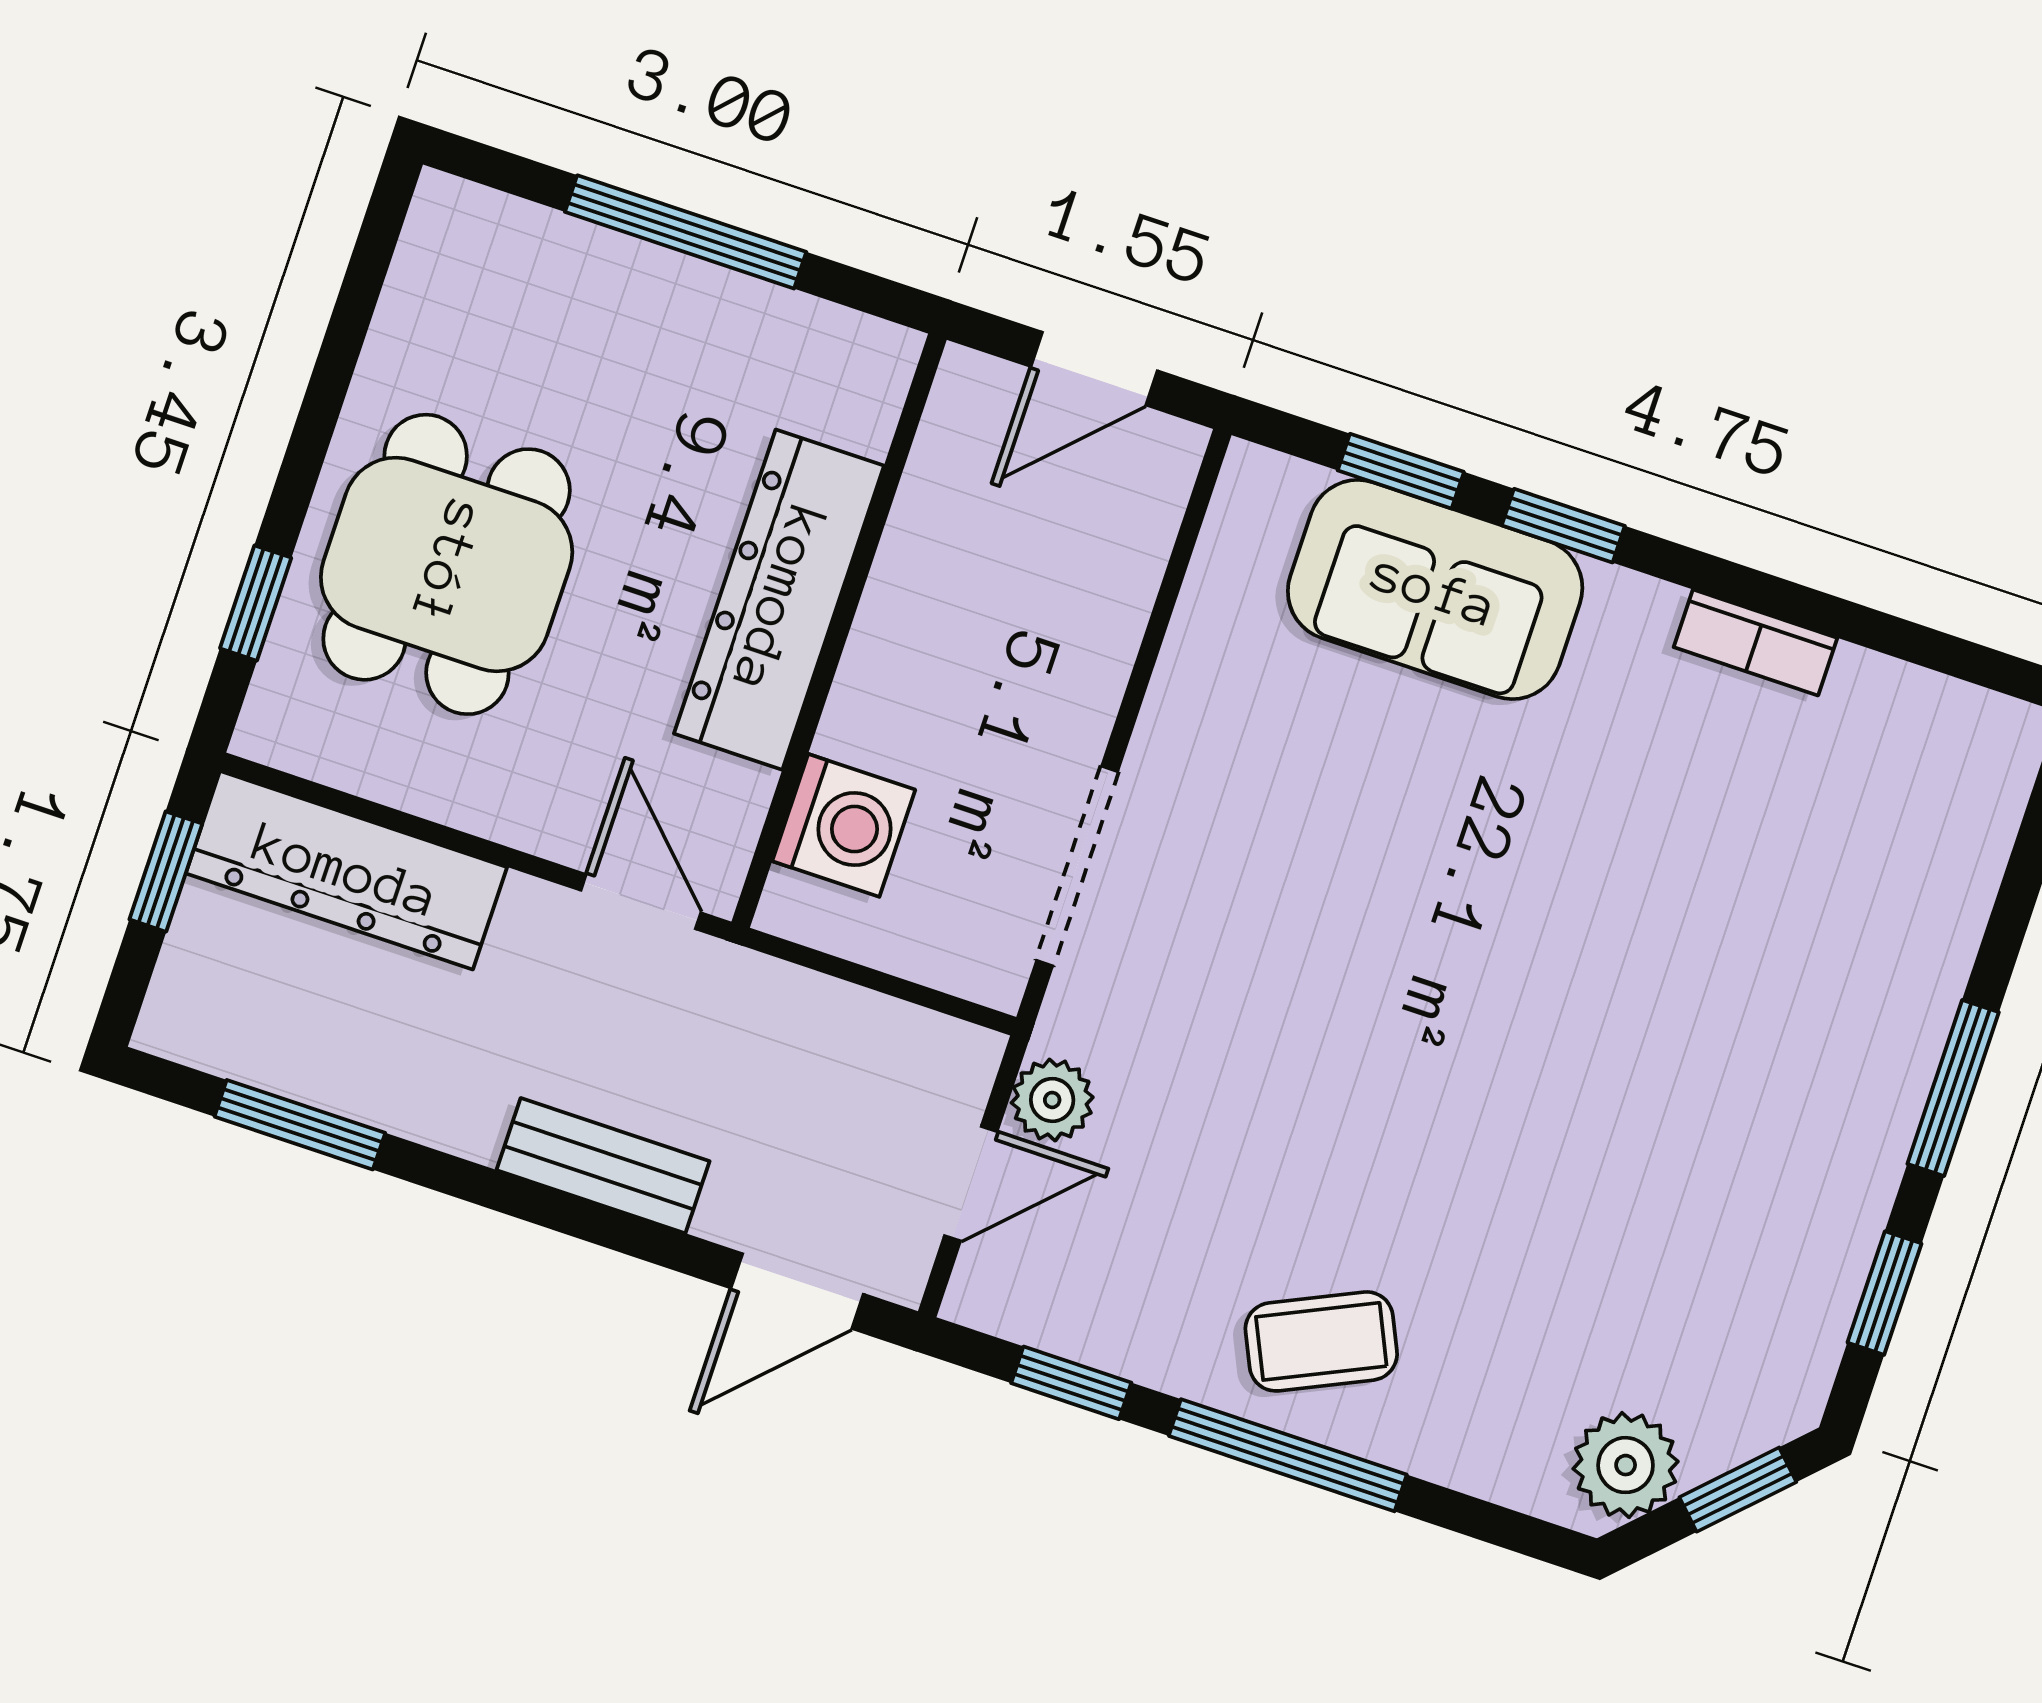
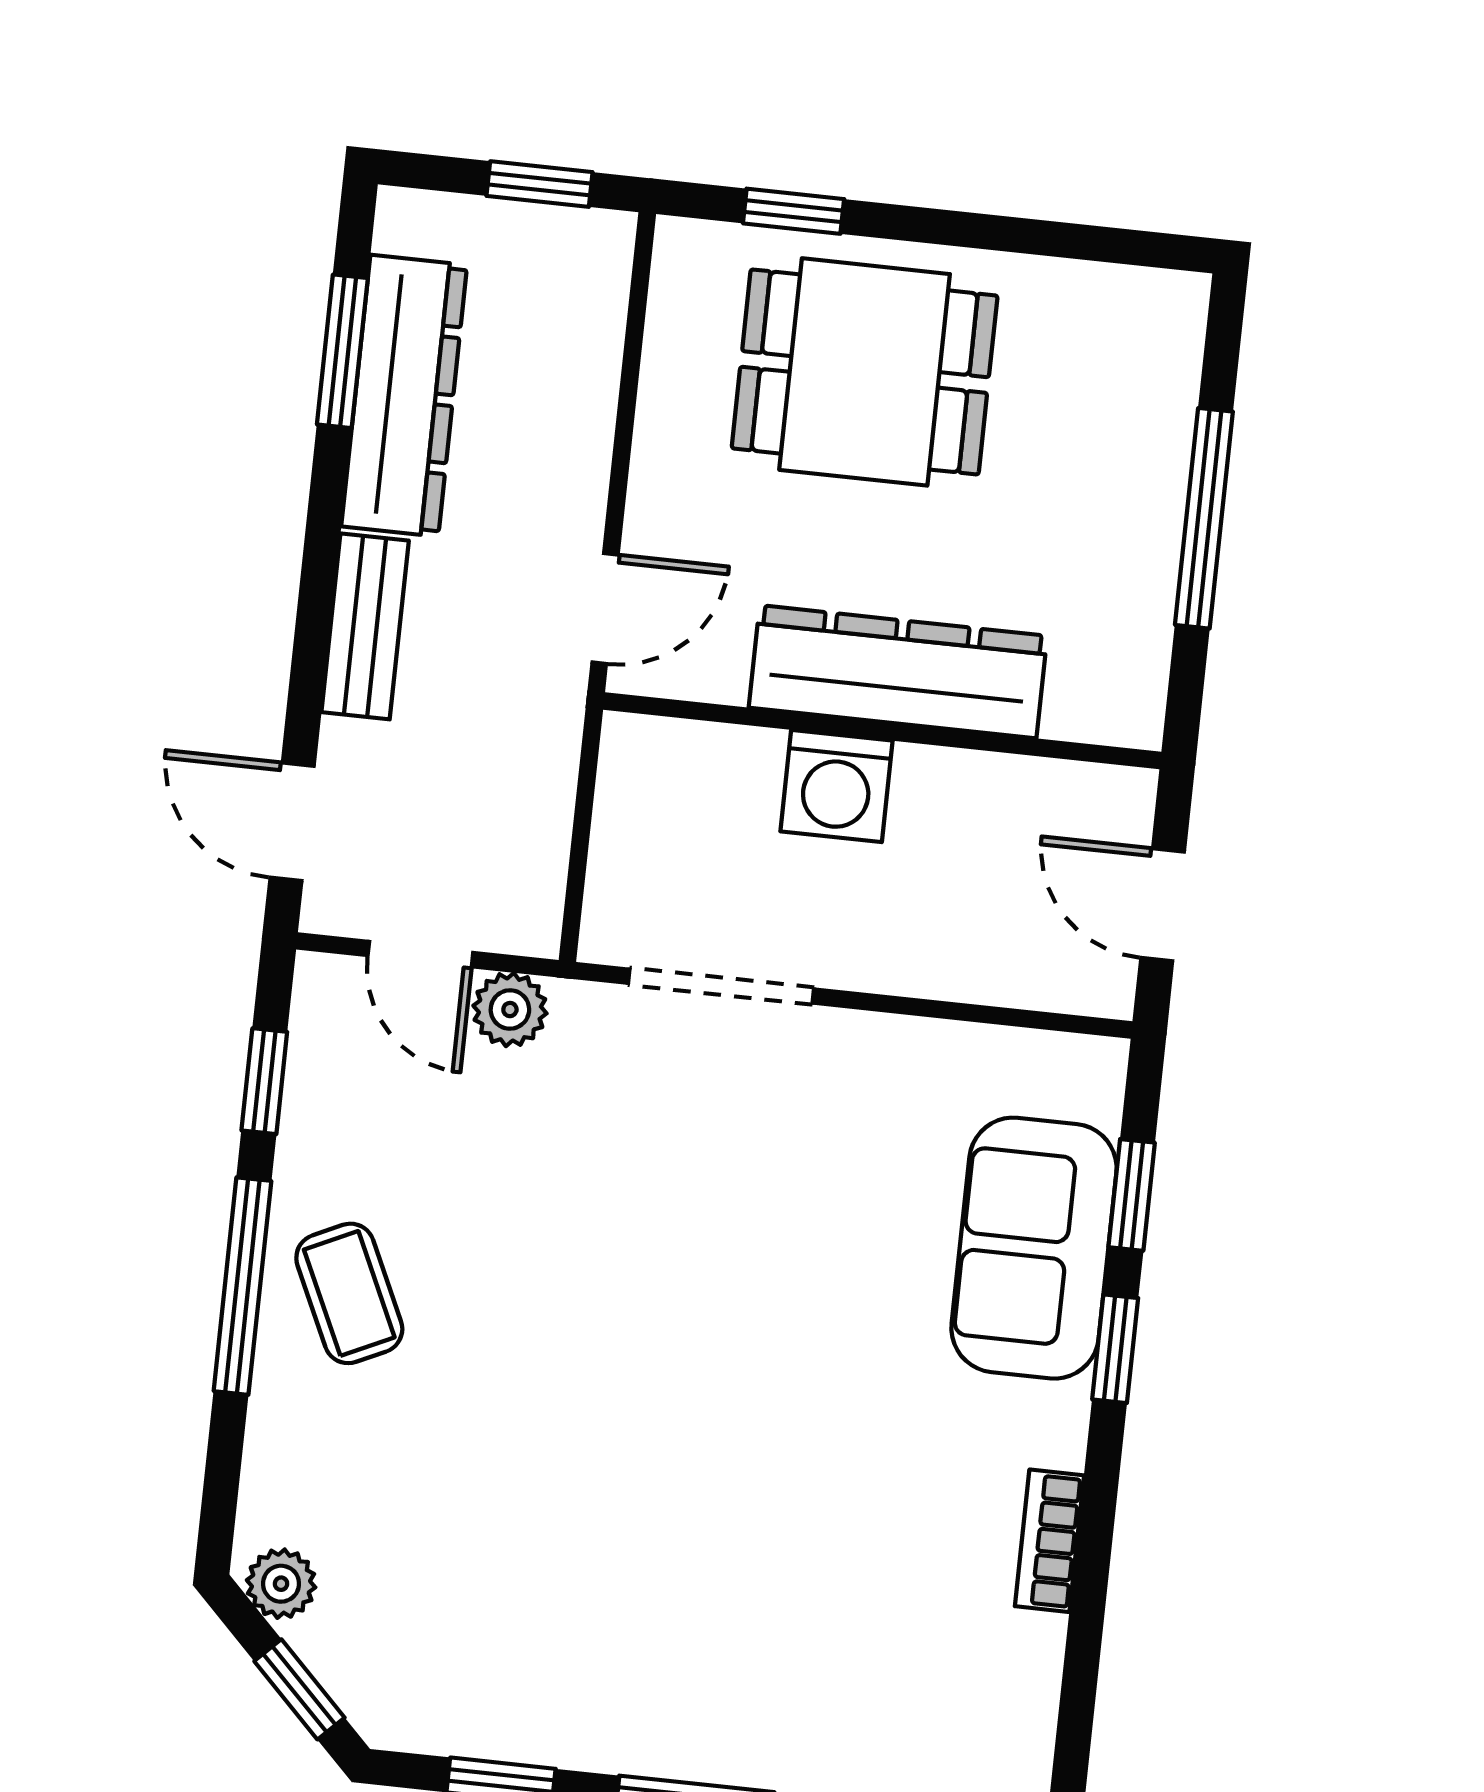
washing machine: (844, 825) -> (837, 786), moved
dresser: (346, 870) -> (404, 396), moved, turned 180
plant: (1626, 1465) -> (281, 1584), width x0.73, depth x0.73

